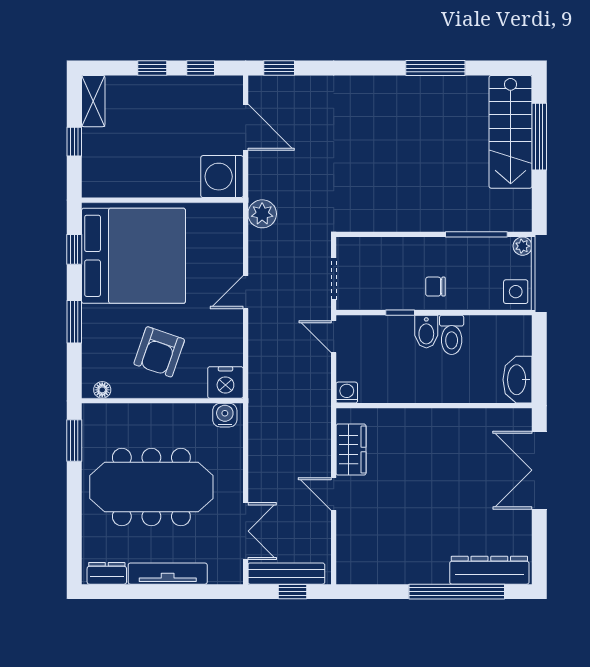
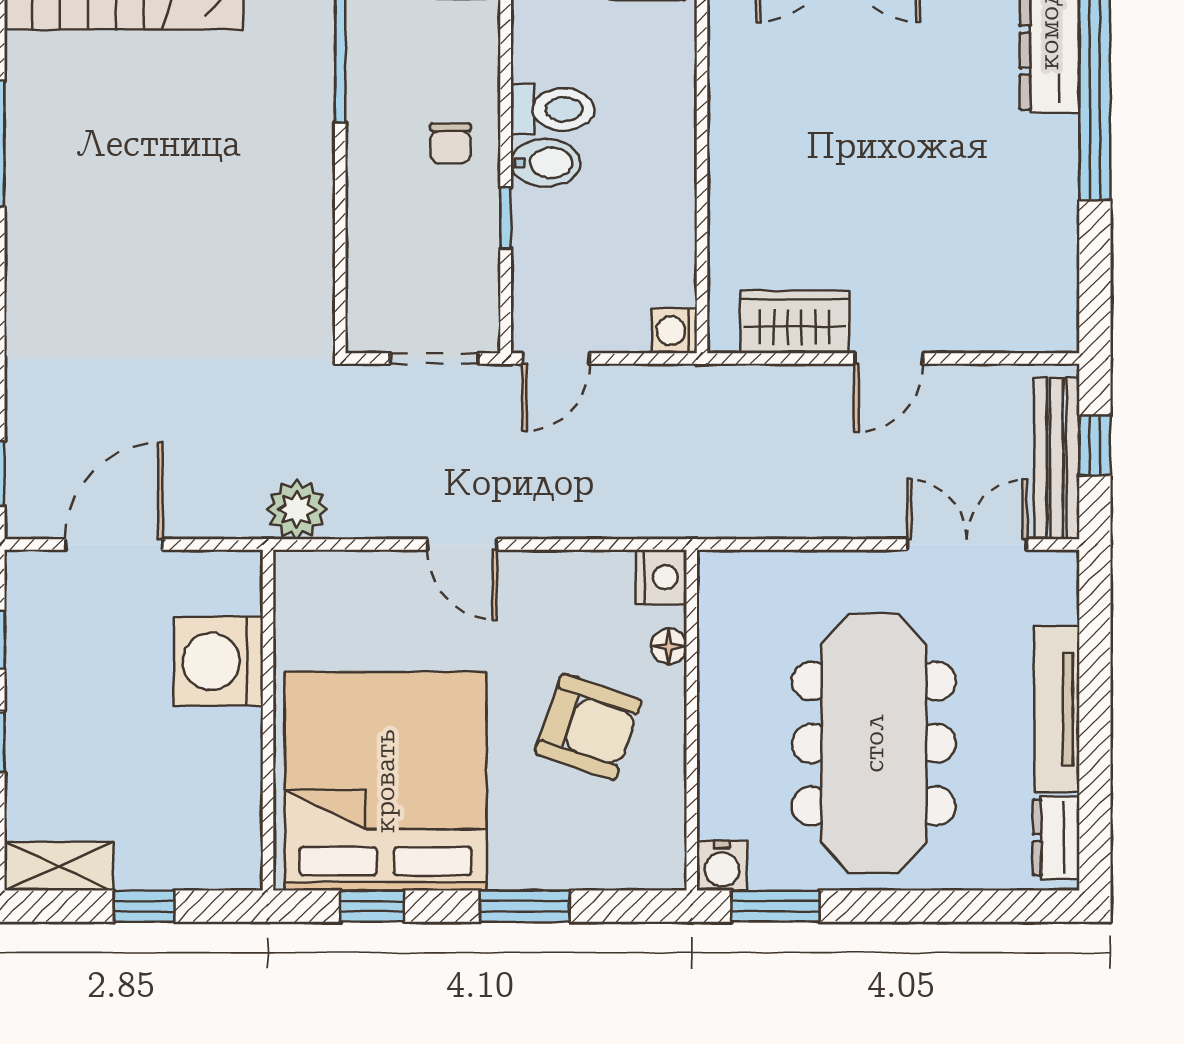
washing machine: (222, 177) -> (218, 661), moved, turned 90
nightstand: (225, 382) -> (661, 577), width x0.74, depth x0.75
floor lamp: (102, 390) -> (669, 646), moved
water cooler: (225, 415) -> (722, 866), moved, turned -90

